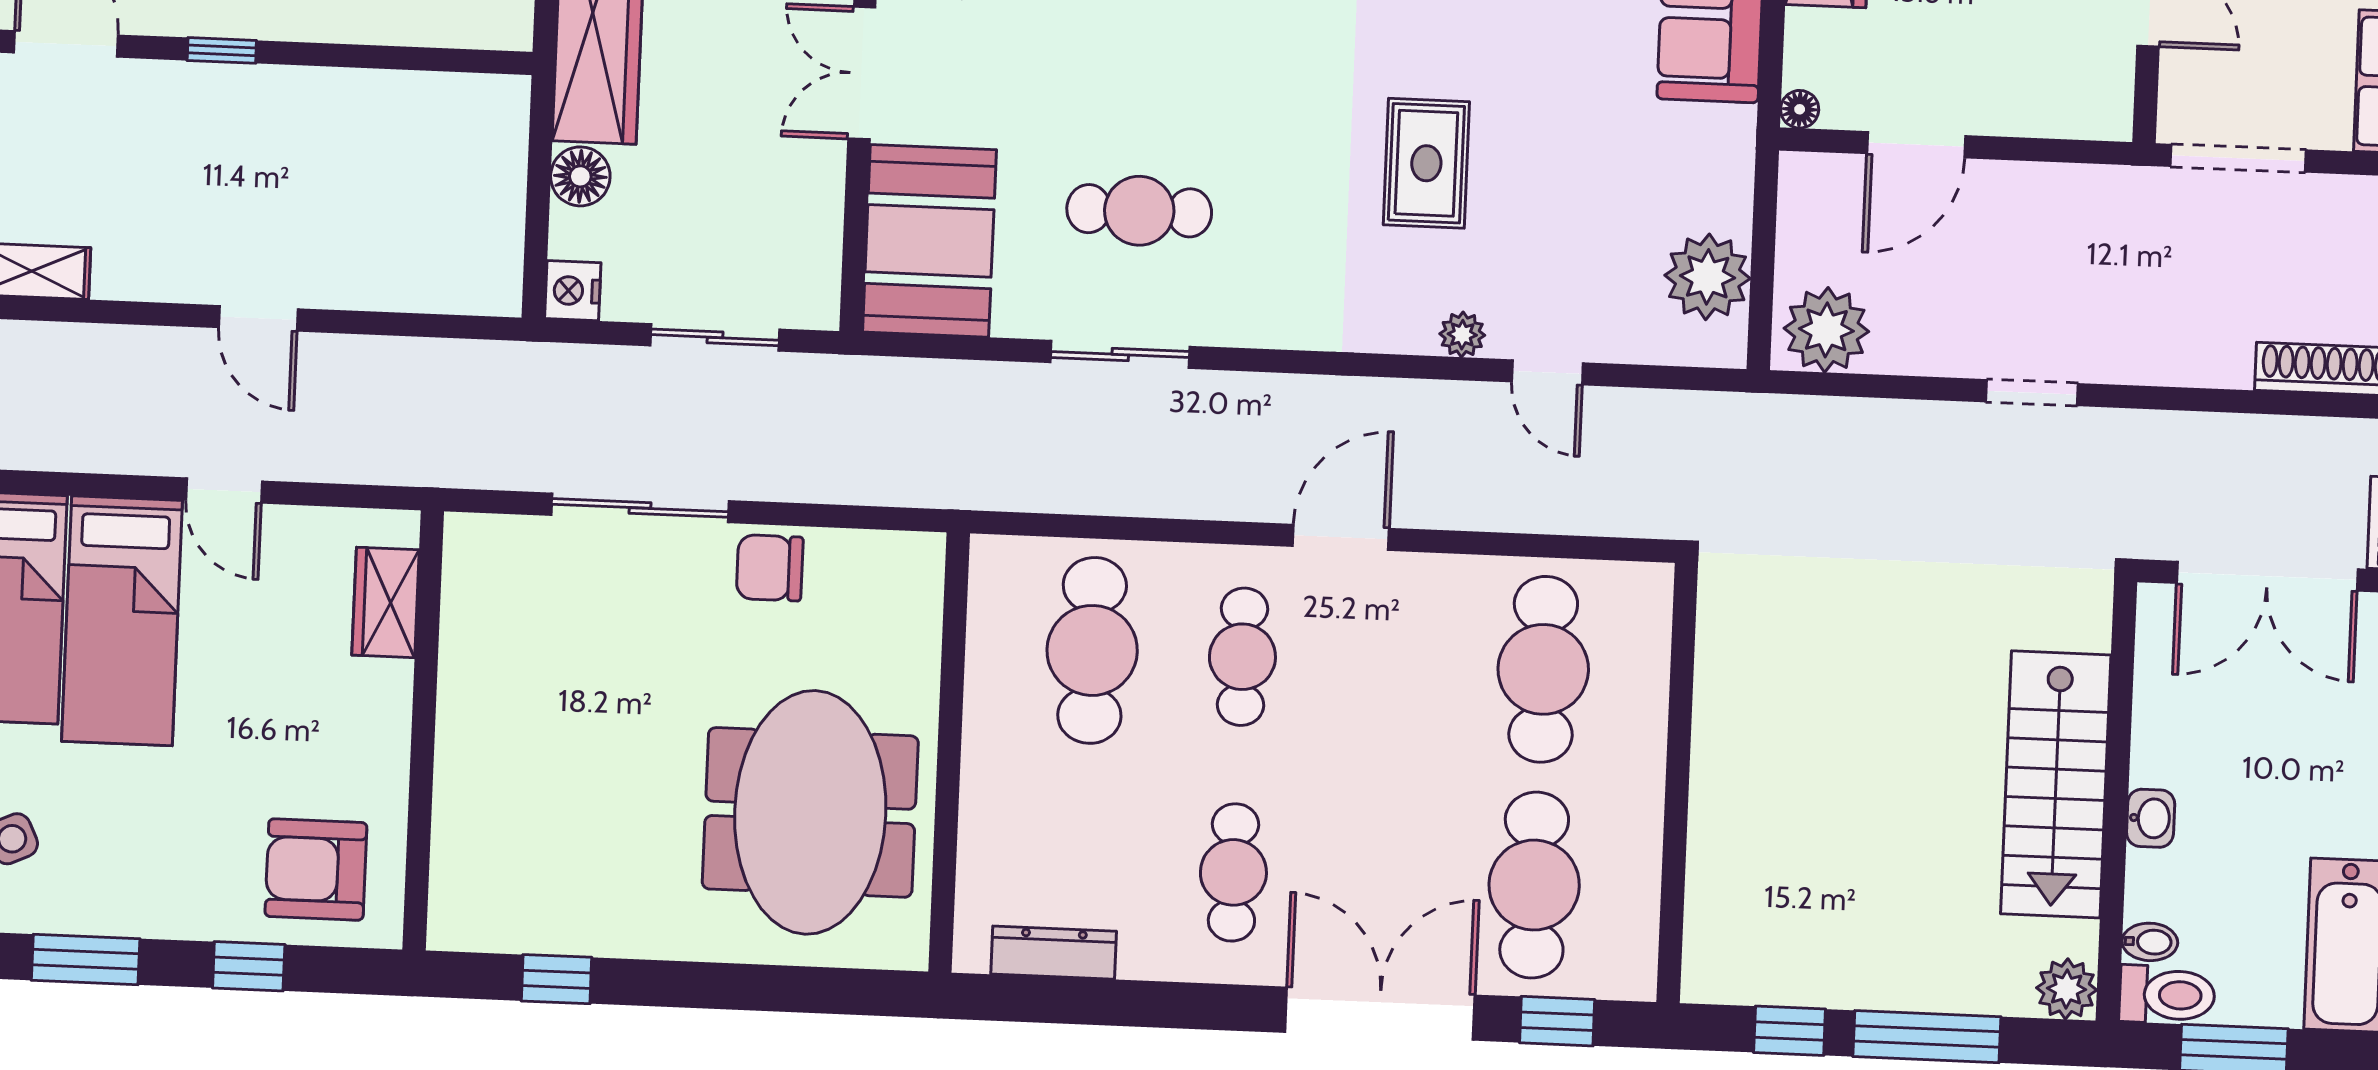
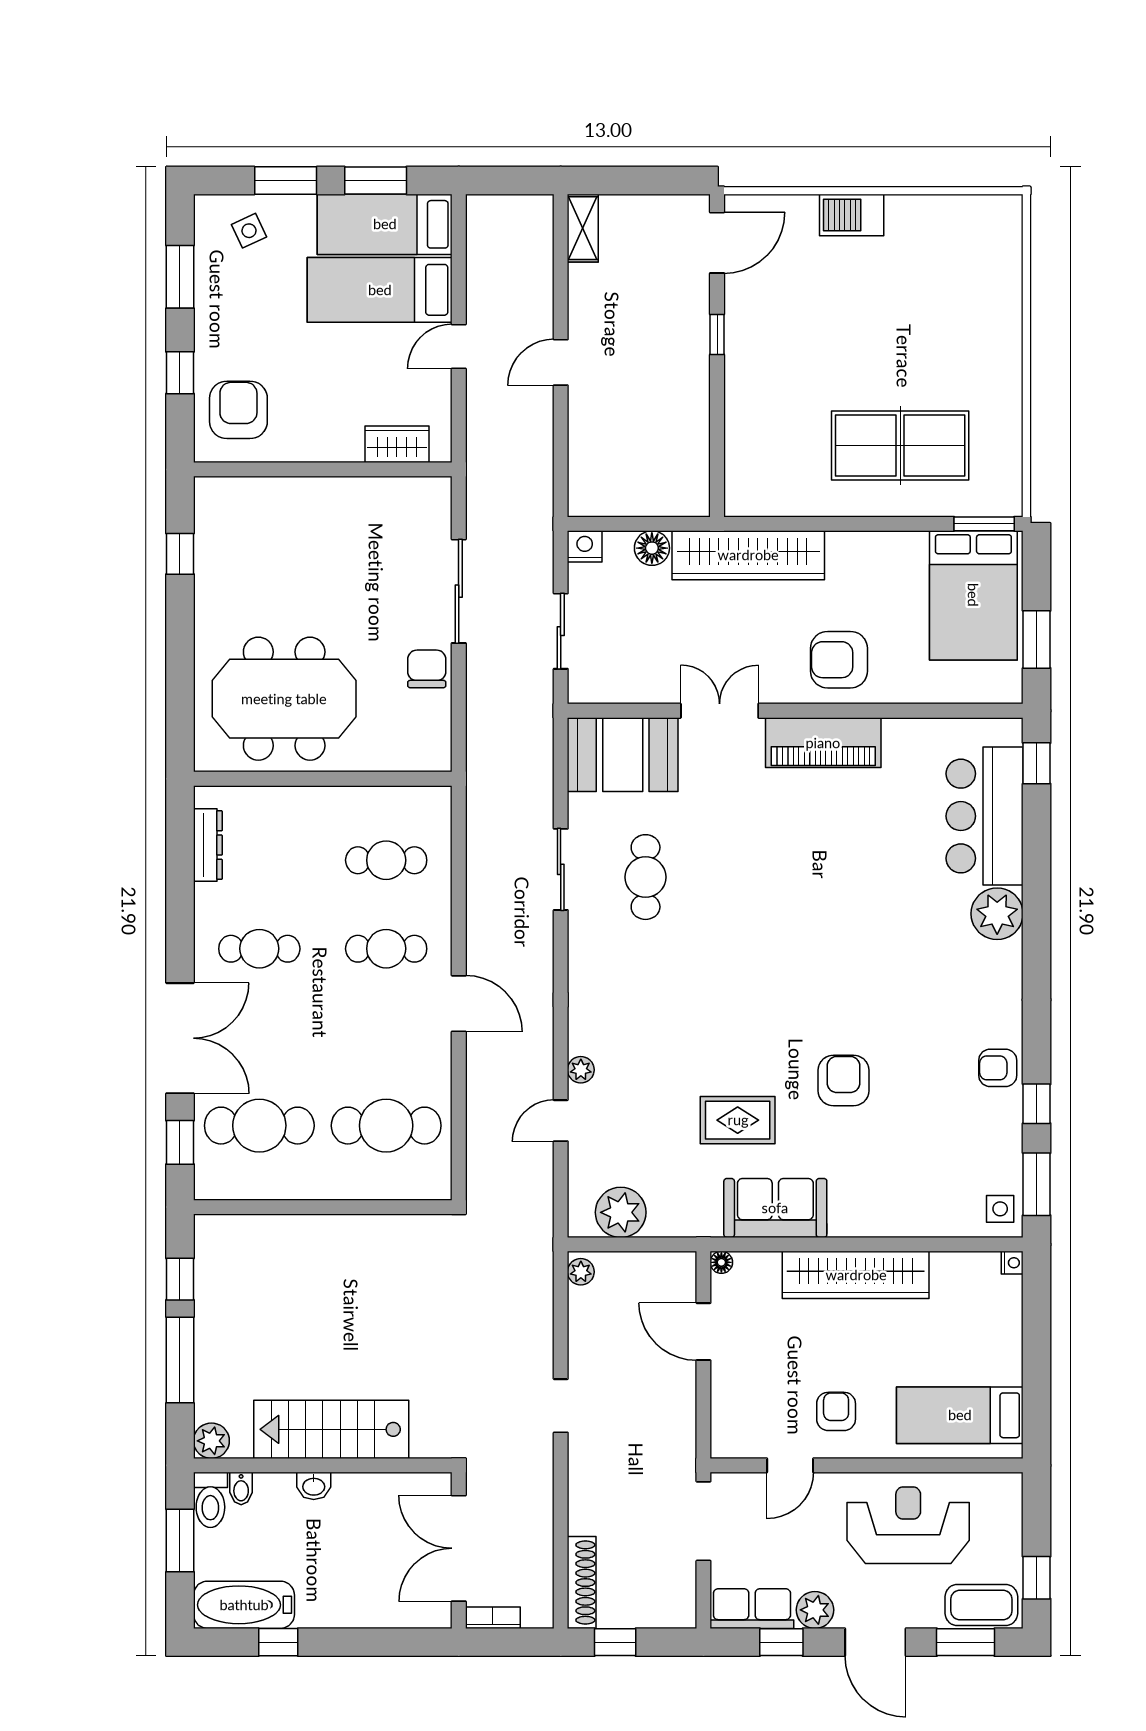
rug: (1426, 163) -> (738, 1120), moved
plant: (1826, 330) -> (581, 1272), width x0.53, depth x0.53
cafe table: (1092, 650) -> (386, 860), width x0.73, depth x0.74

